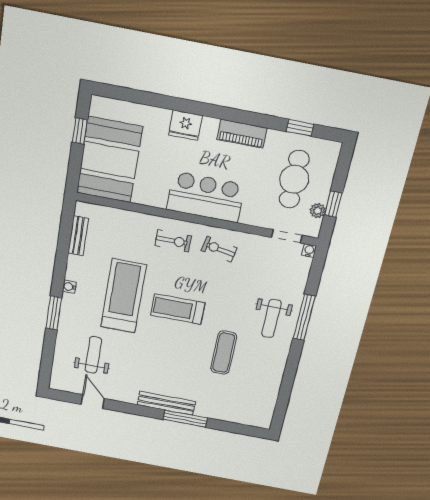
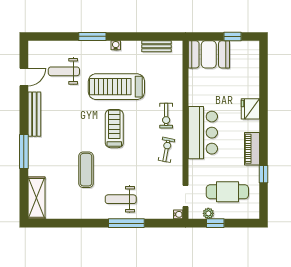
window: (300, 128) -> (263, 174), moved
booth: (109, 160) -> (209, 54), width x0.73, depth x0.70
treadmill: (123, 296) -> (116, 87), turned 180
exercise mat: (224, 353) -> (86, 170), turned 90
weight bench: (93, 355) -> (64, 71), turned 180
bench: (166, 403) -> (34, 114), moved
shelving: (246, 416) -> (36, 198), added

